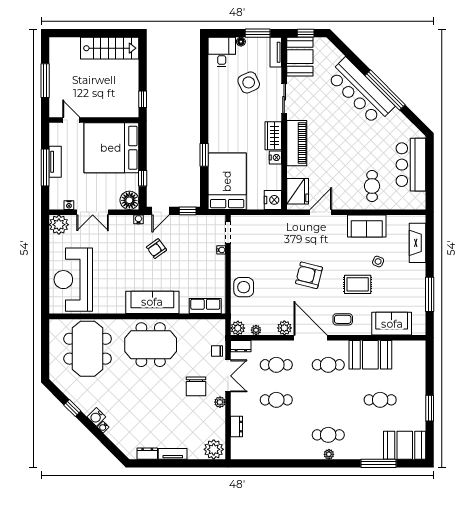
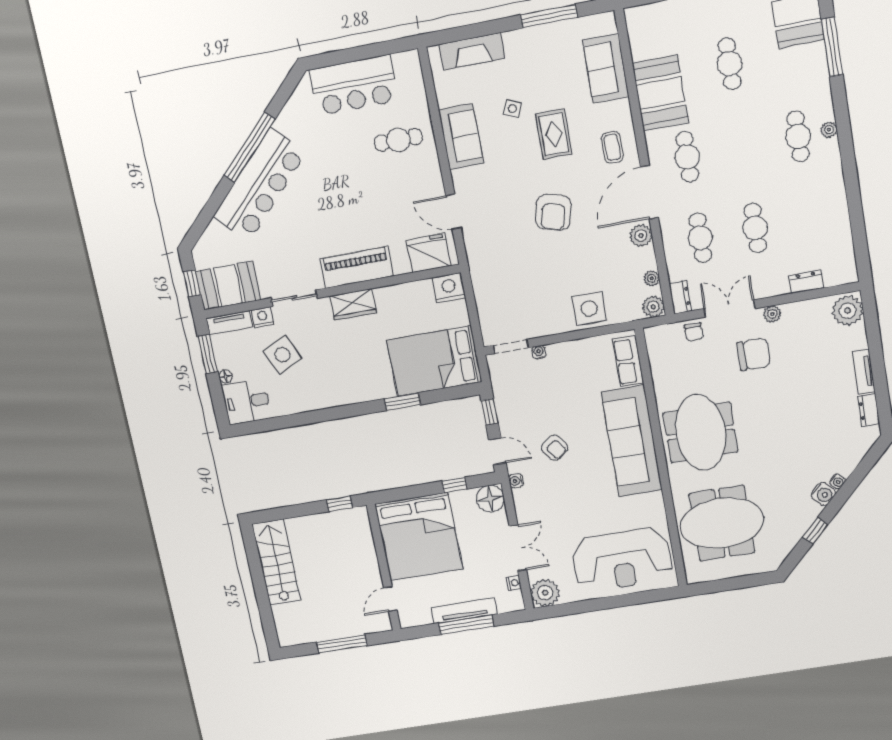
nightstand: (275, 158) -> (262, 317), moved
tv unit: (55, 162) -> (464, 611), width x1.41
sofa: (152, 302) -> (632, 441), width x1.36, depth x1.27

